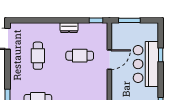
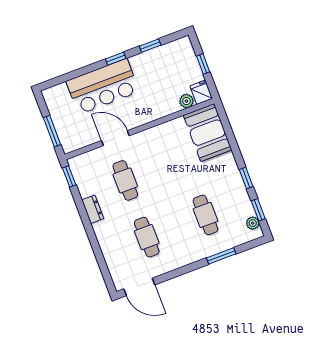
window: (161, 55) -> (116, 59), moved
cafe table: (38, 56) -> (147, 237), turned 90

